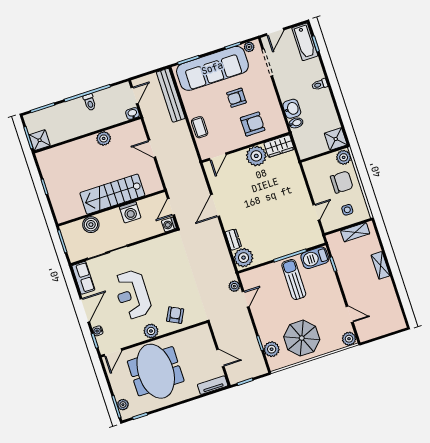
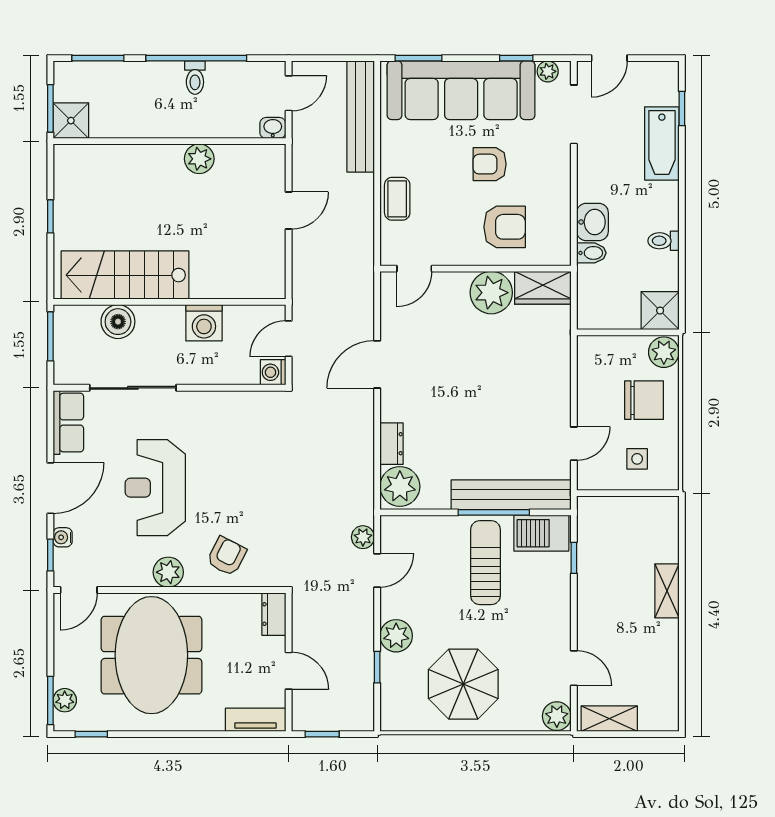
bathtub: (305, 42) -> (662, 143), moved
toilet: (320, 85) -> (664, 241), moved
door: (152, 149) -> (289, 211), swing flipped
stairs: (112, 194) -> (125, 275), moved
shelving: (355, 232) -> (609, 719), moved
bench: (295, 245) -> (511, 495), added
dresser: (205, 334) -> (274, 614), added
plant: (272, 349) -> (396, 636), moved

